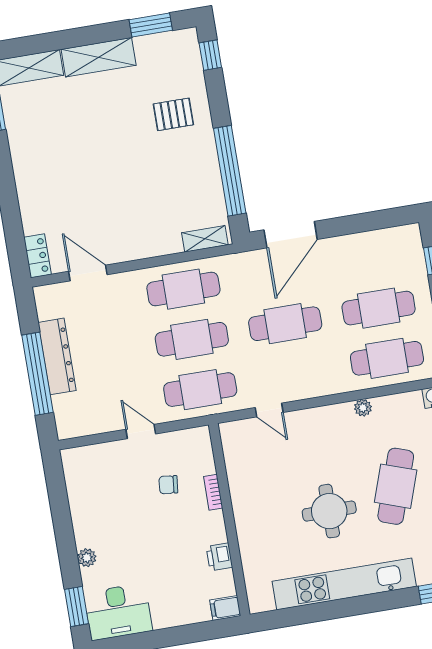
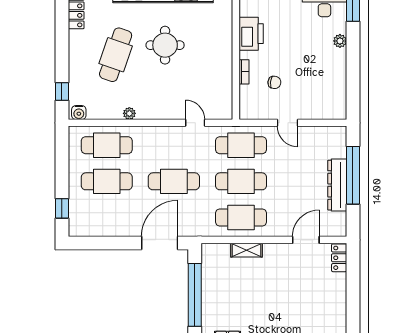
shelving: (205, 239) -> (246, 250), moved
door: (88, 273) -> (306, 240), swing flipped
printer: (219, 557) -> (251, 34), width x1.87, depth x1.48

